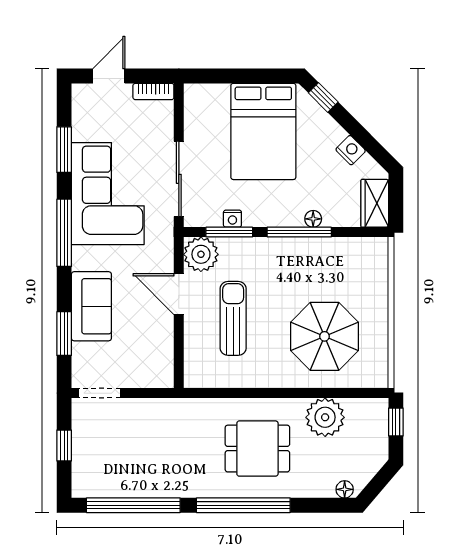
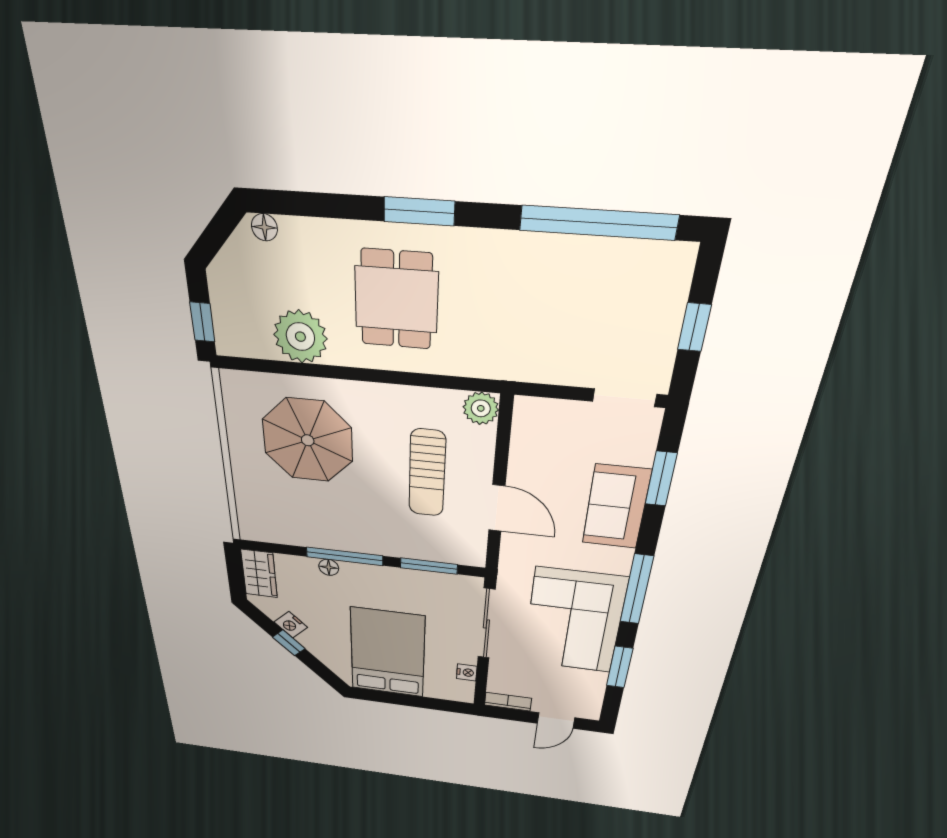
window: (323, 97) -> (289, 643), moved
nightstand: (232, 219) -> (467, 672), moved, turned 90
plant: (201, 254) -> (481, 408), moved, width x0.73, depth x0.73
dining table: (257, 449) -> (396, 300), turned 90
window: (243, 505) -> (419, 211), width x0.47

